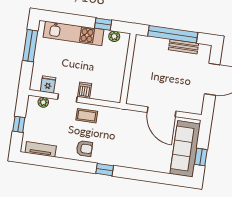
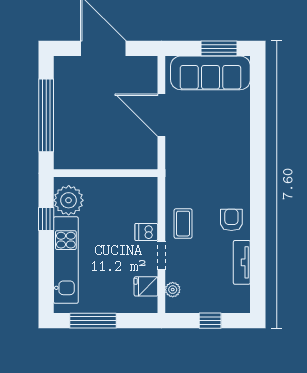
plant: (114, 36) -> (69, 200), width x1.88, depth x1.88
bench: (183, 47) -> (62, 97), removed
door: (162, 112) -> (161, 115), swing flipped
tv unit: (41, 149) -> (242, 262), moved
window: (201, 157) -> (219, 48), width x1.50
window: (105, 170) -> (258, 186), removed

